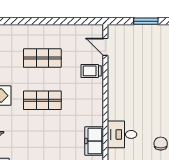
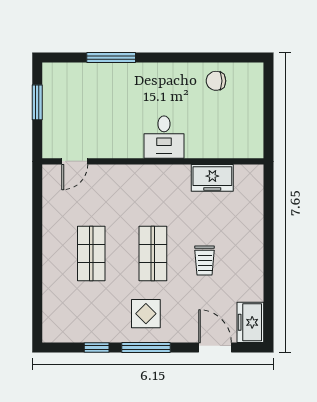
trolley: (91, 71) -> (205, 261), moved
desk: (122, 134) -> (164, 137), moved

